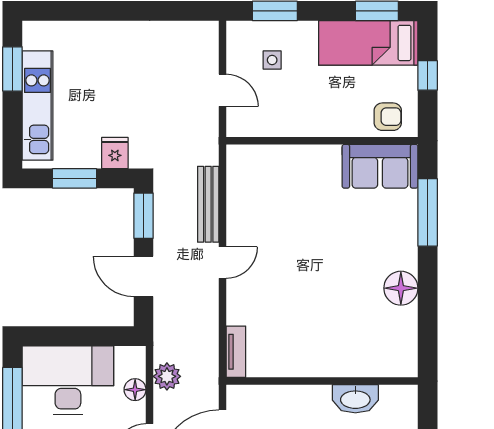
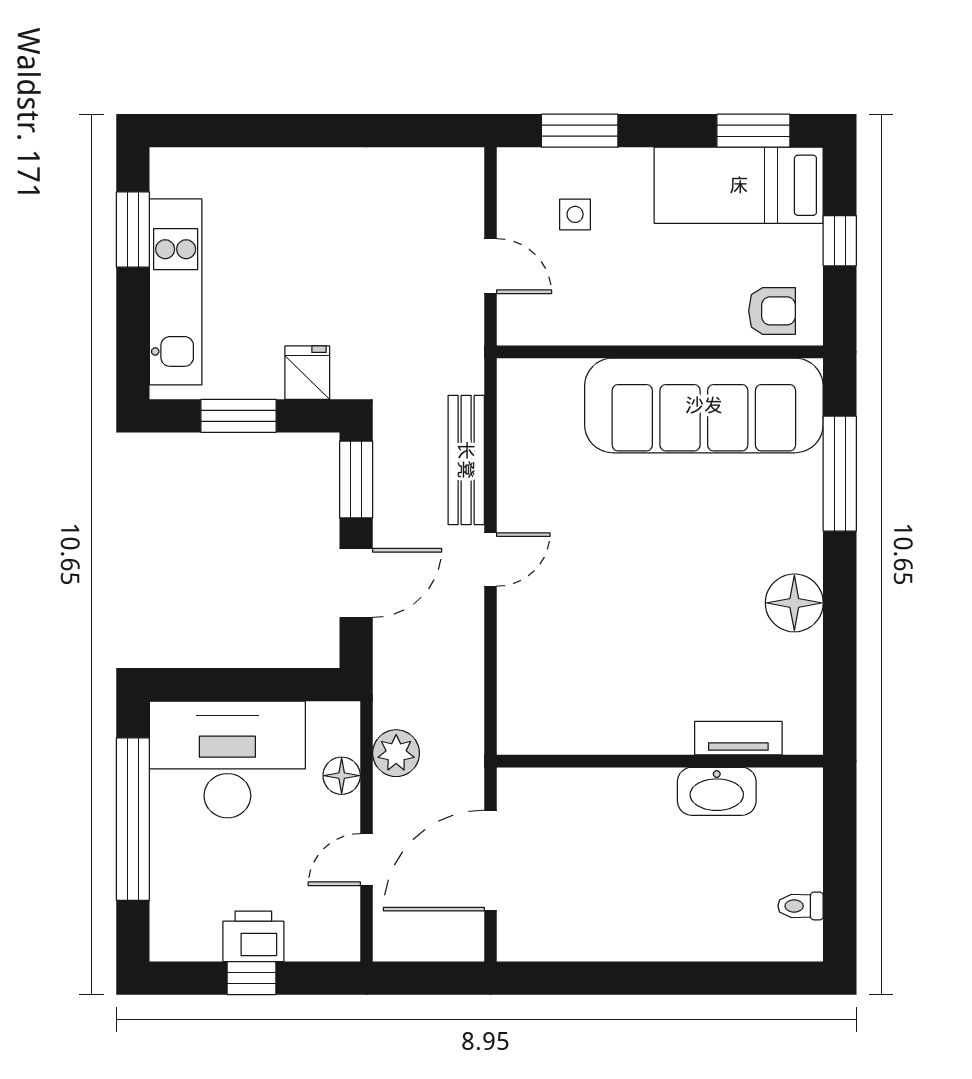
sofa: (380, 166) -> (704, 405), width x1.85, depth x1.27
door: (144, 276) -> (356, 583), swing flipped
tv unit: (236, 352) -> (738, 738), moved, turned -90

